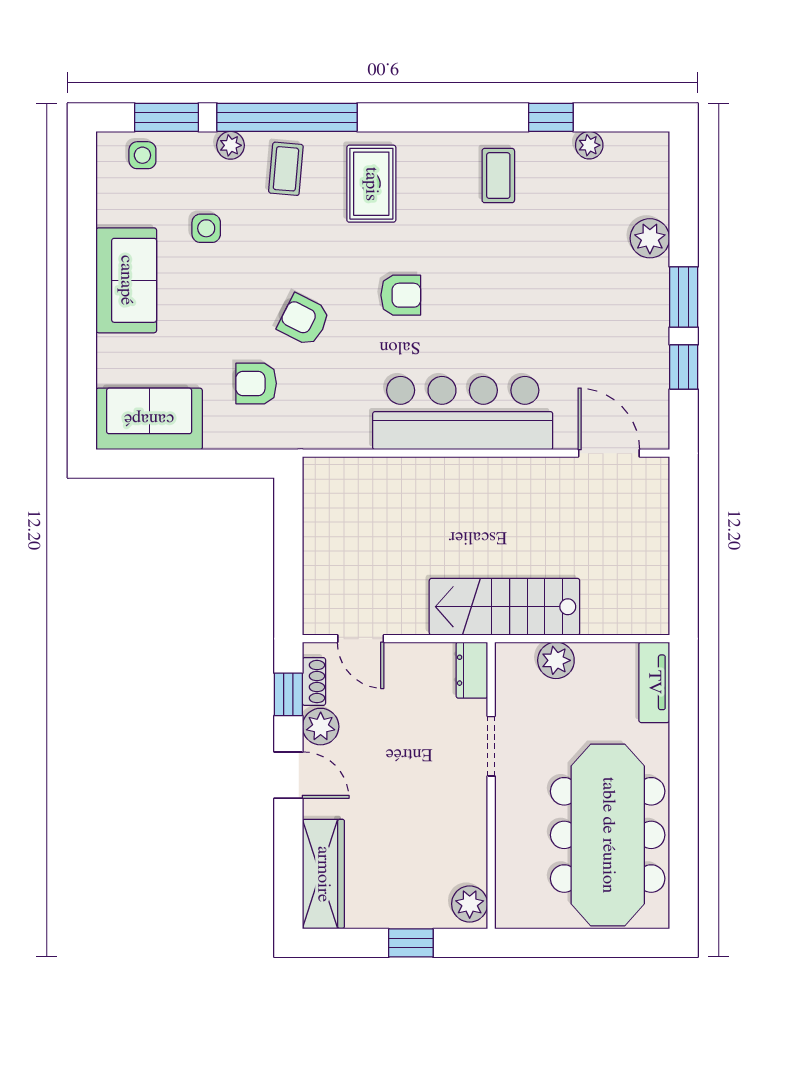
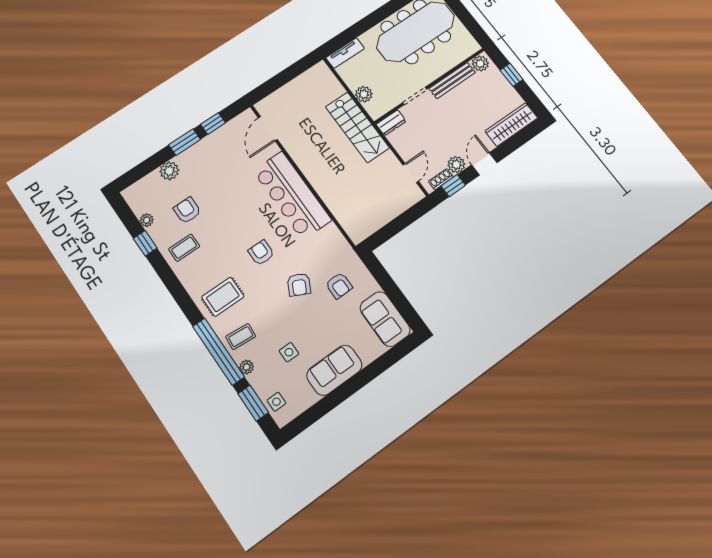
armchair: (559, 222) -> (187, 210), added
bench: (473, 832) -> (452, 81), added

